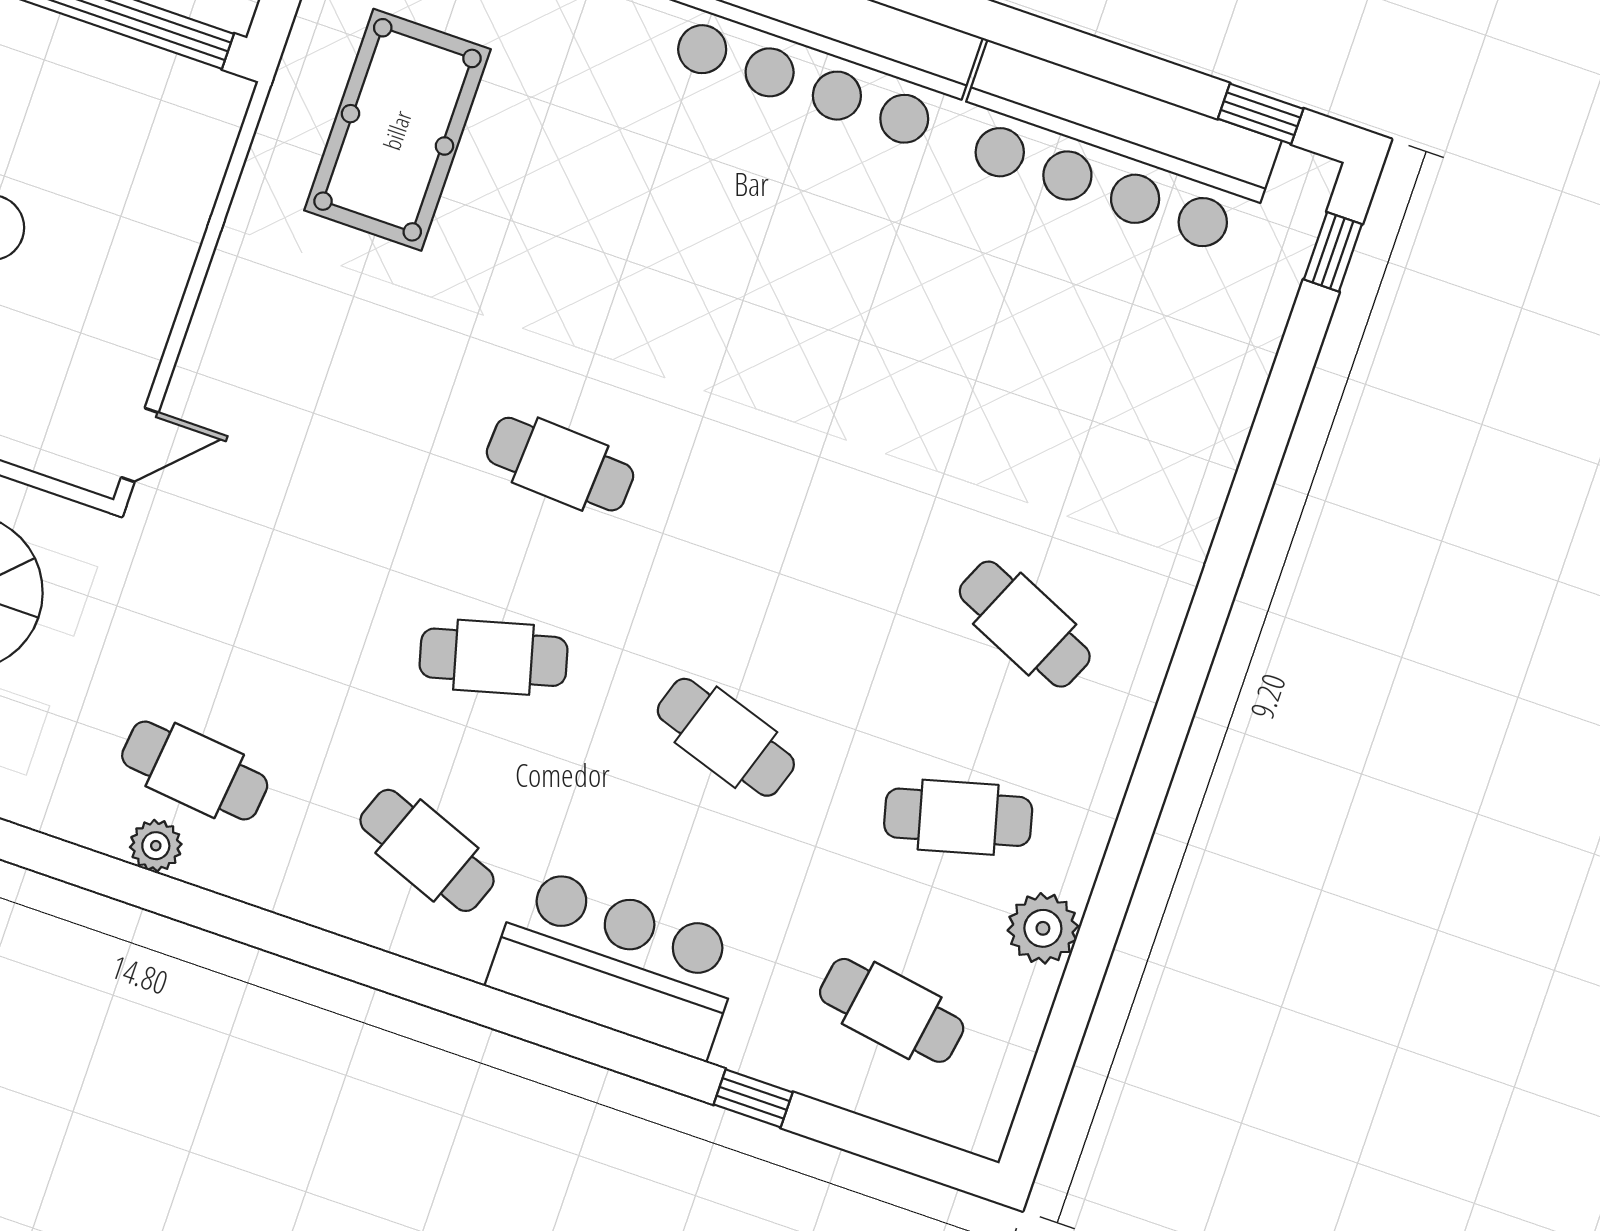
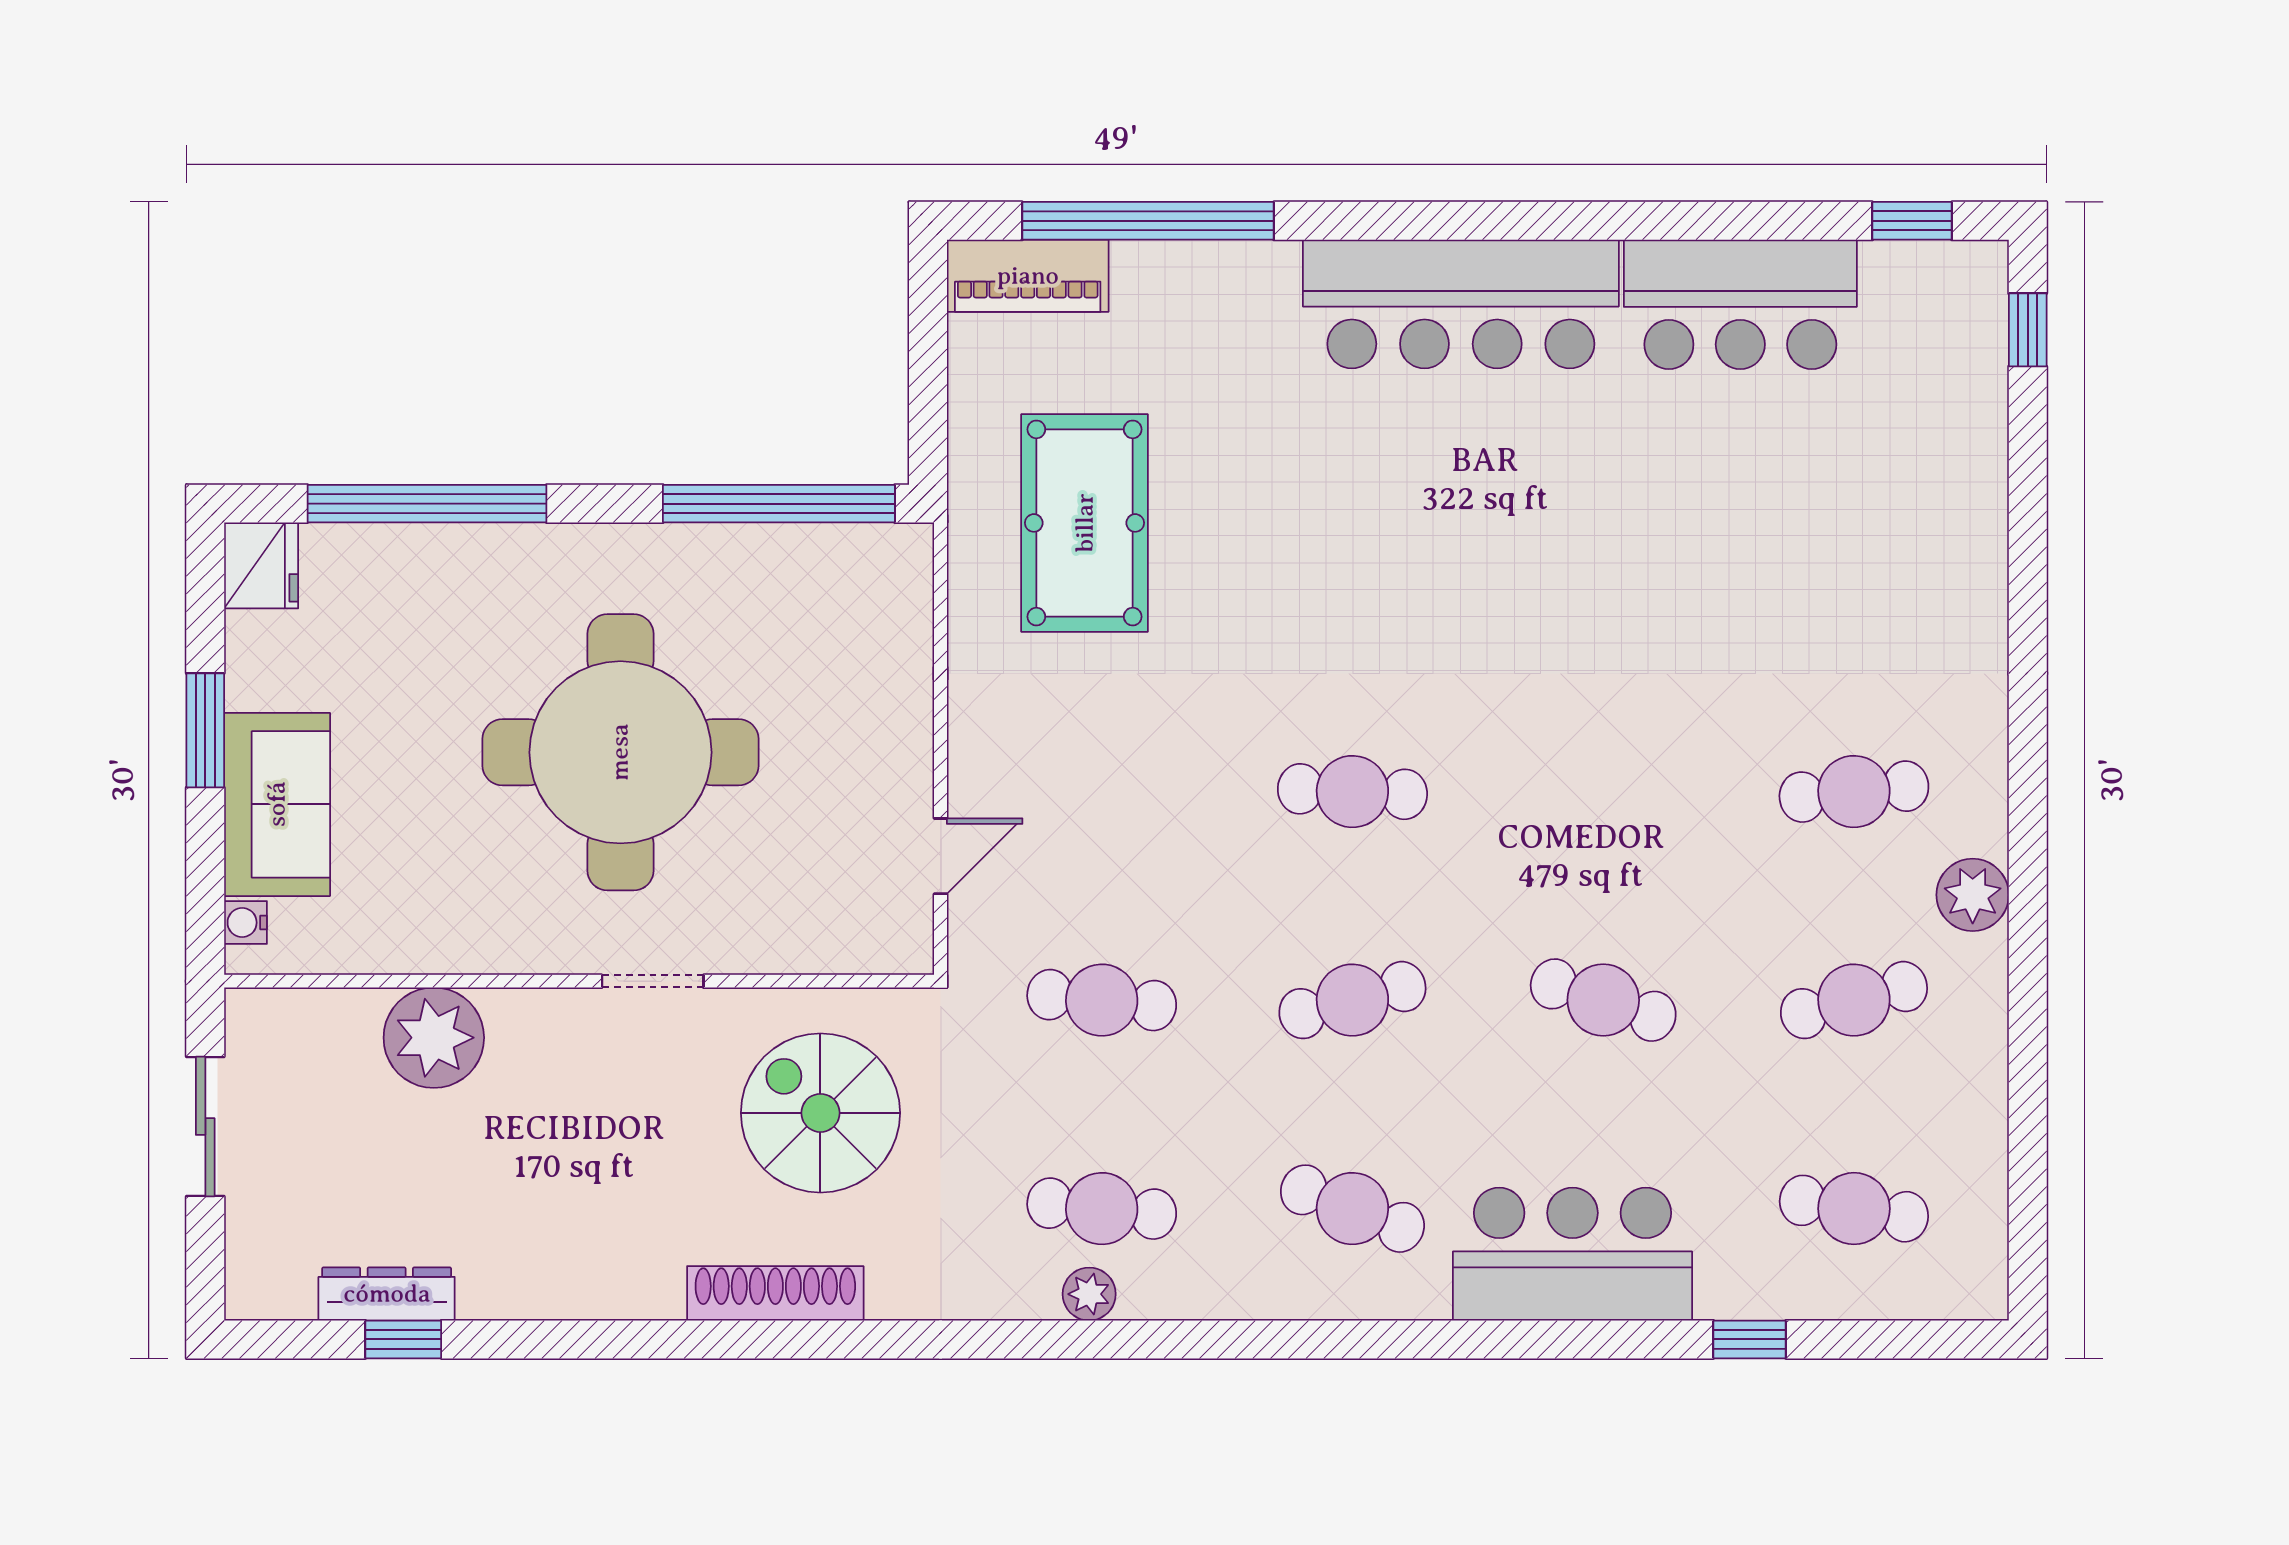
bar counter: (1114, 150) -> (1740, 304), width x0.73
door: (140, 445) -> (941, 856), moved
cafe table: (261, 577) -> (1102, 1000), added
cafe table: (1025, 624) -> (1854, 792), turned -30
plant: (1043, 928) -> (1973, 895), moved

